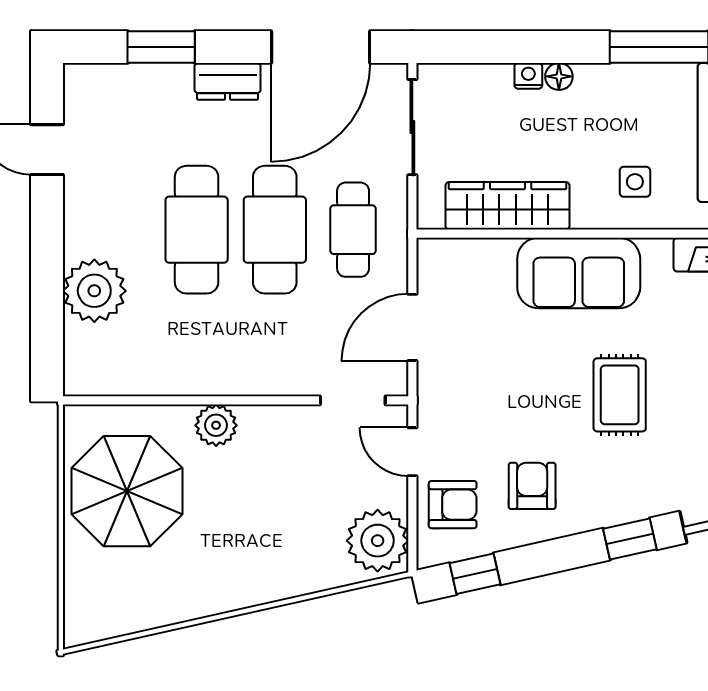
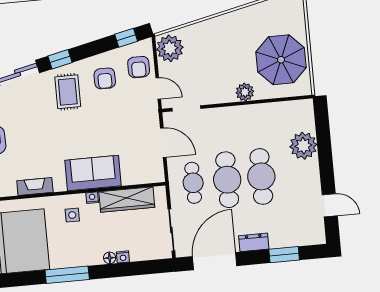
nightstand: (586, 217) -> (92, 198), added
door: (412, 327) -> (163, 143), hinge flipped
rug: (620, 395) -> (68, 92), moved
armchair: (453, 505) -> (139, 67), turned -90

